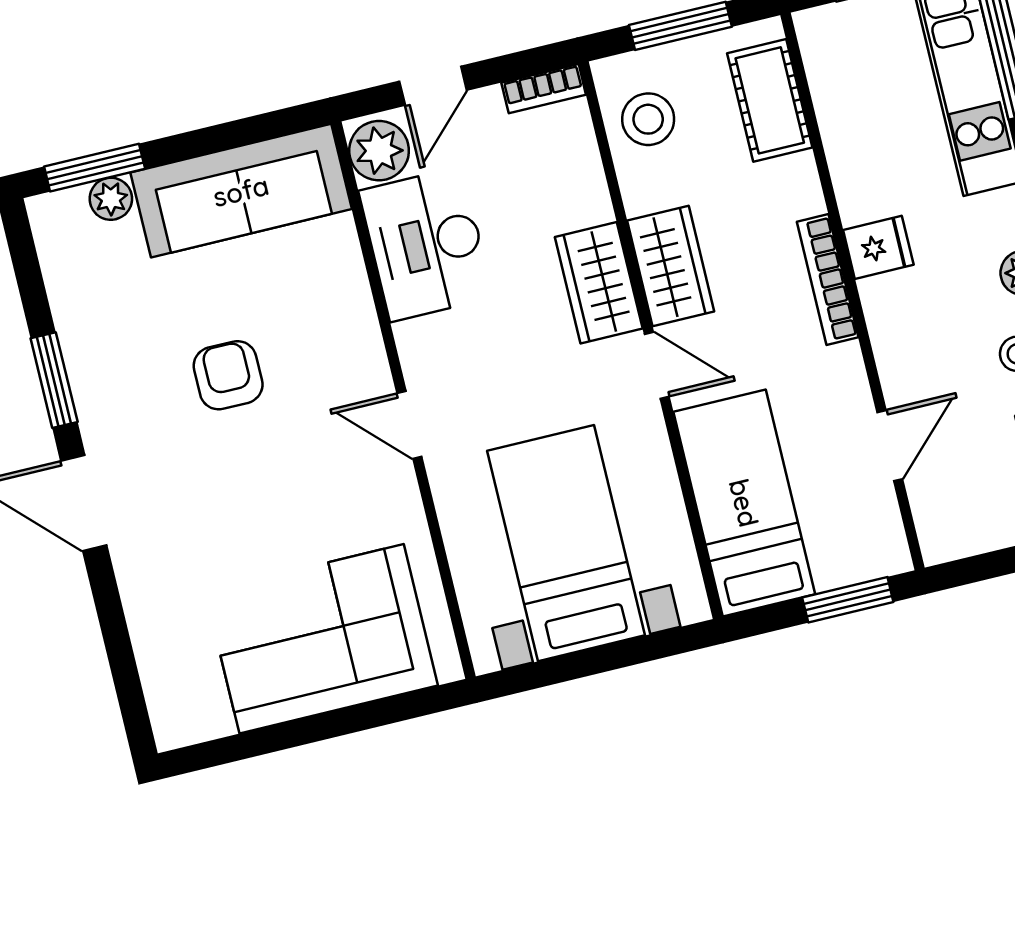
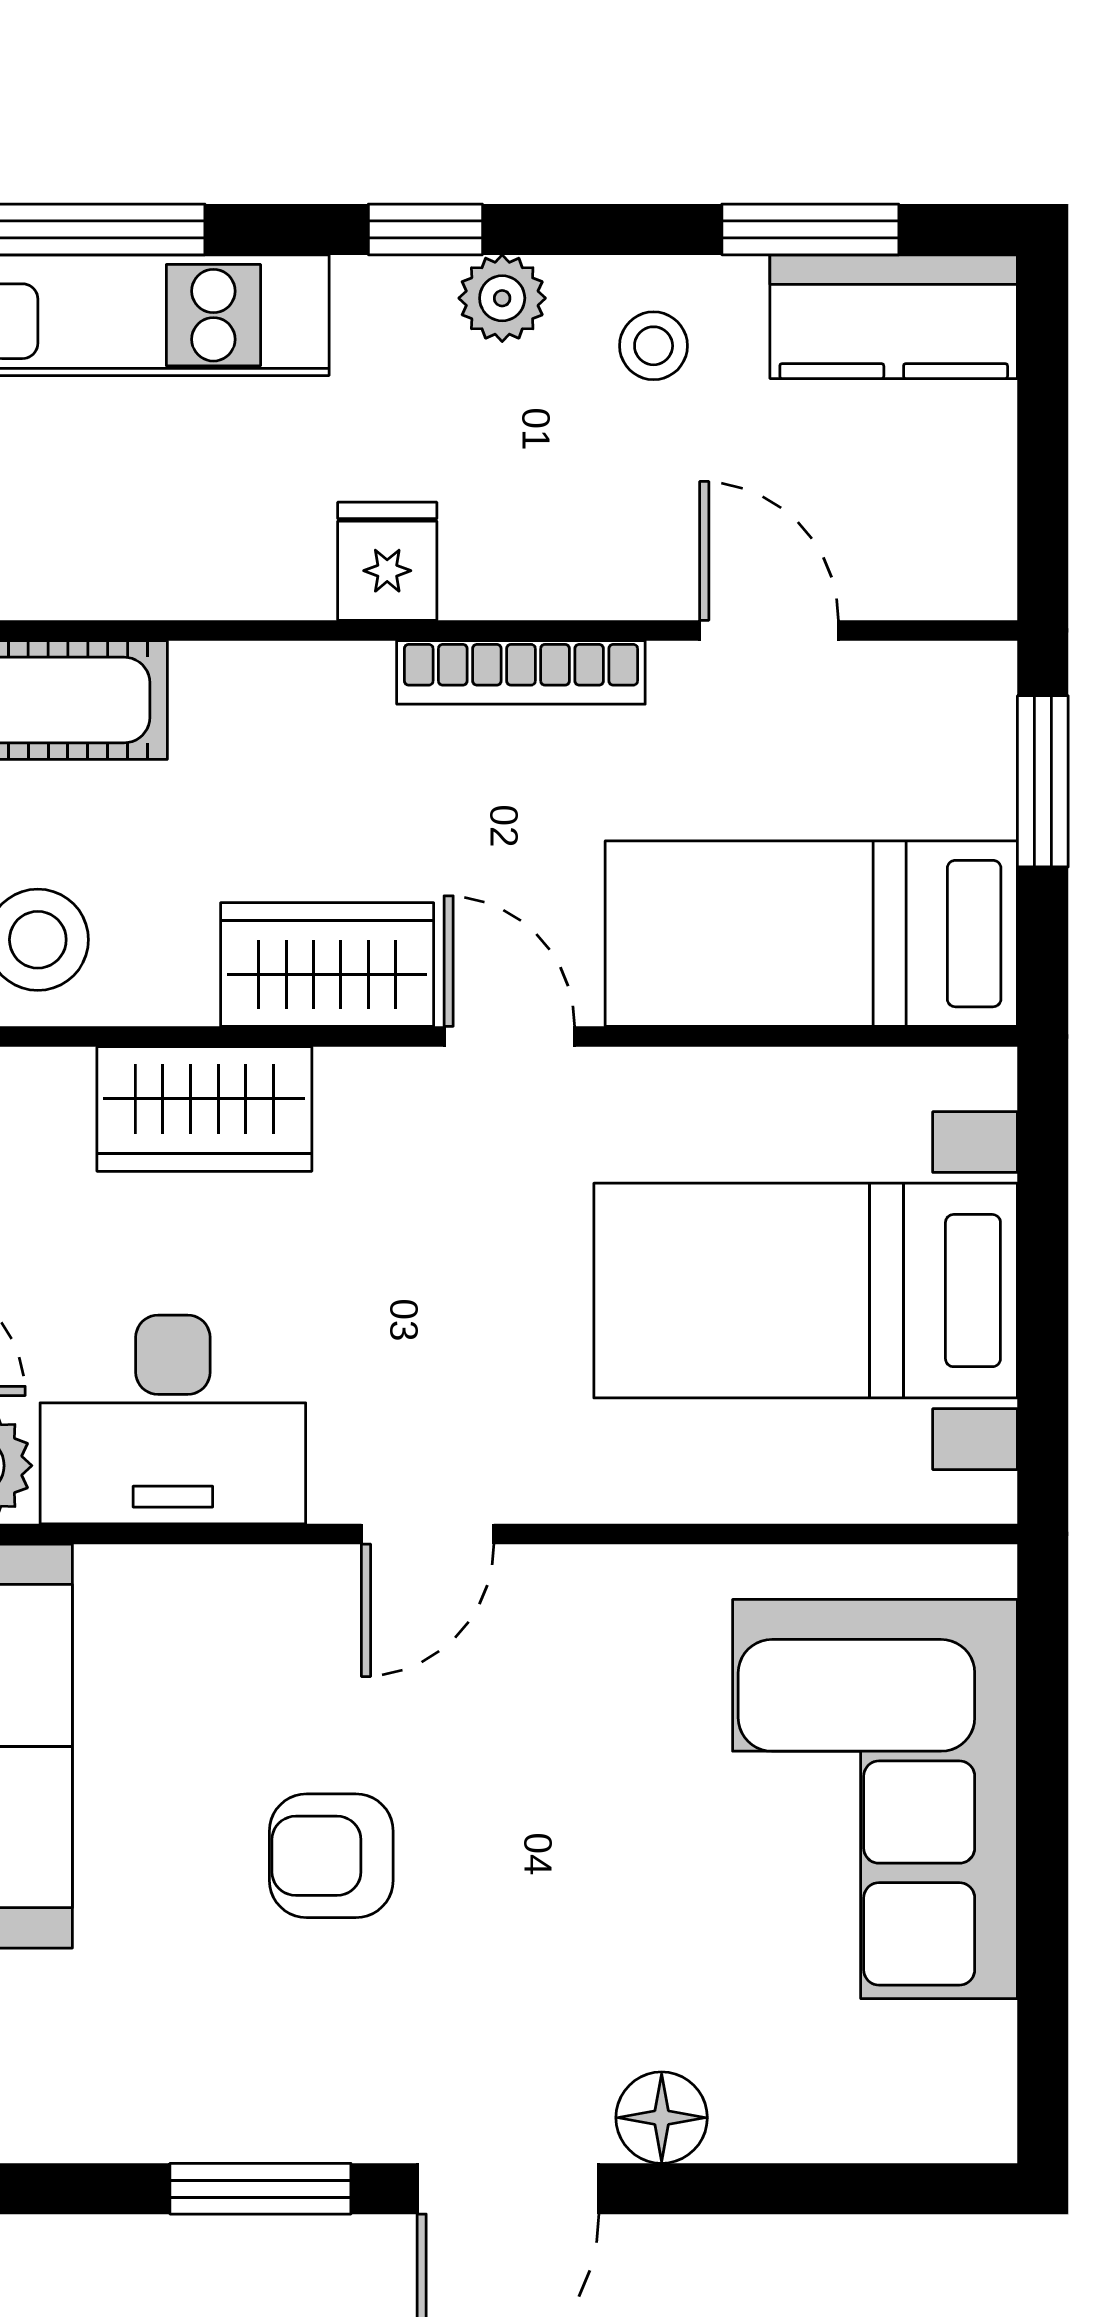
bookcase: (828, 279) -> (521, 672), moved
wardrobe: (599, 283) -> (204, 1109), moved
door: (657, 365) -> (509, 1036), hinge flipped
door: (409, 425) -> (428, 1534), moved
floor lamp: (138, 571) -> (662, 2118), added

